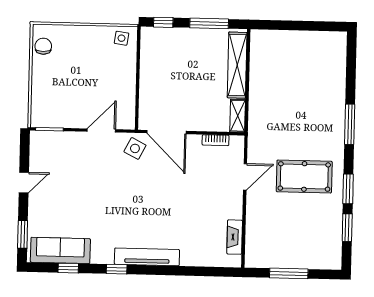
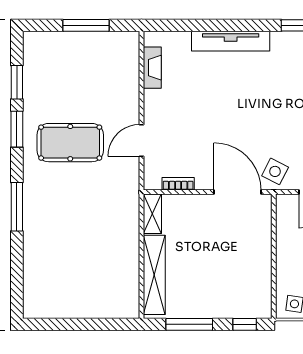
tv unit: (147, 257) -> (231, 41), moved

